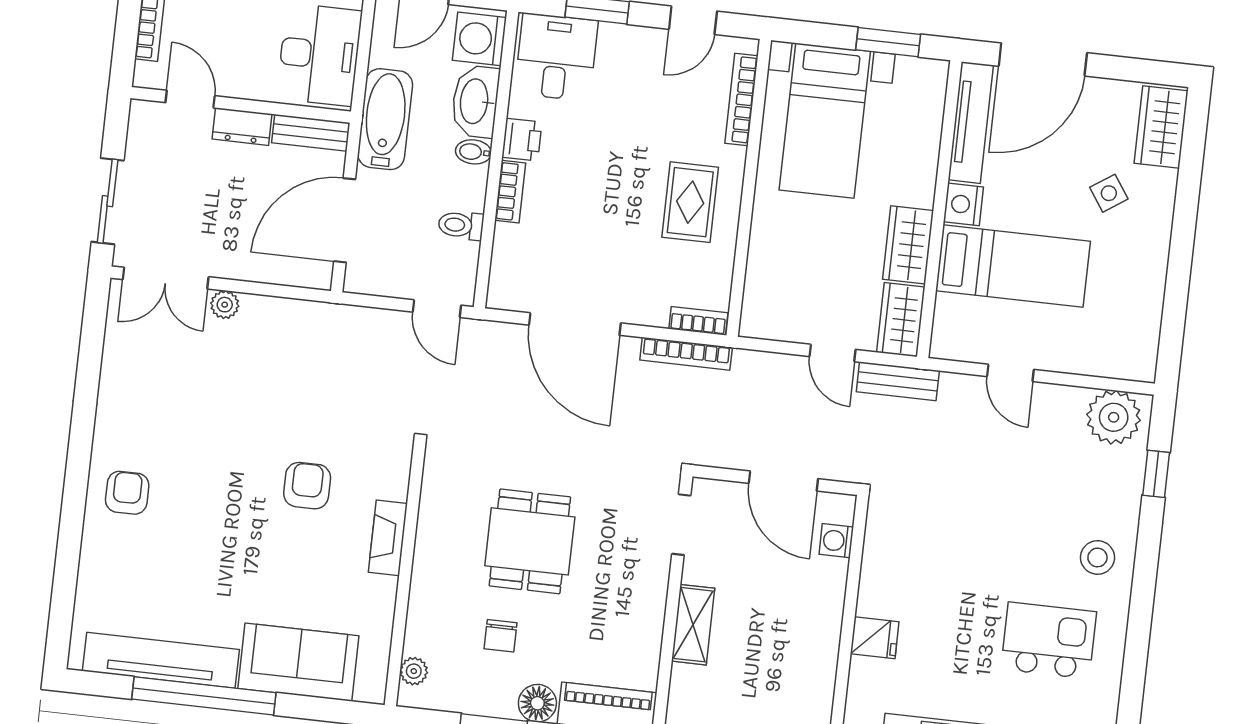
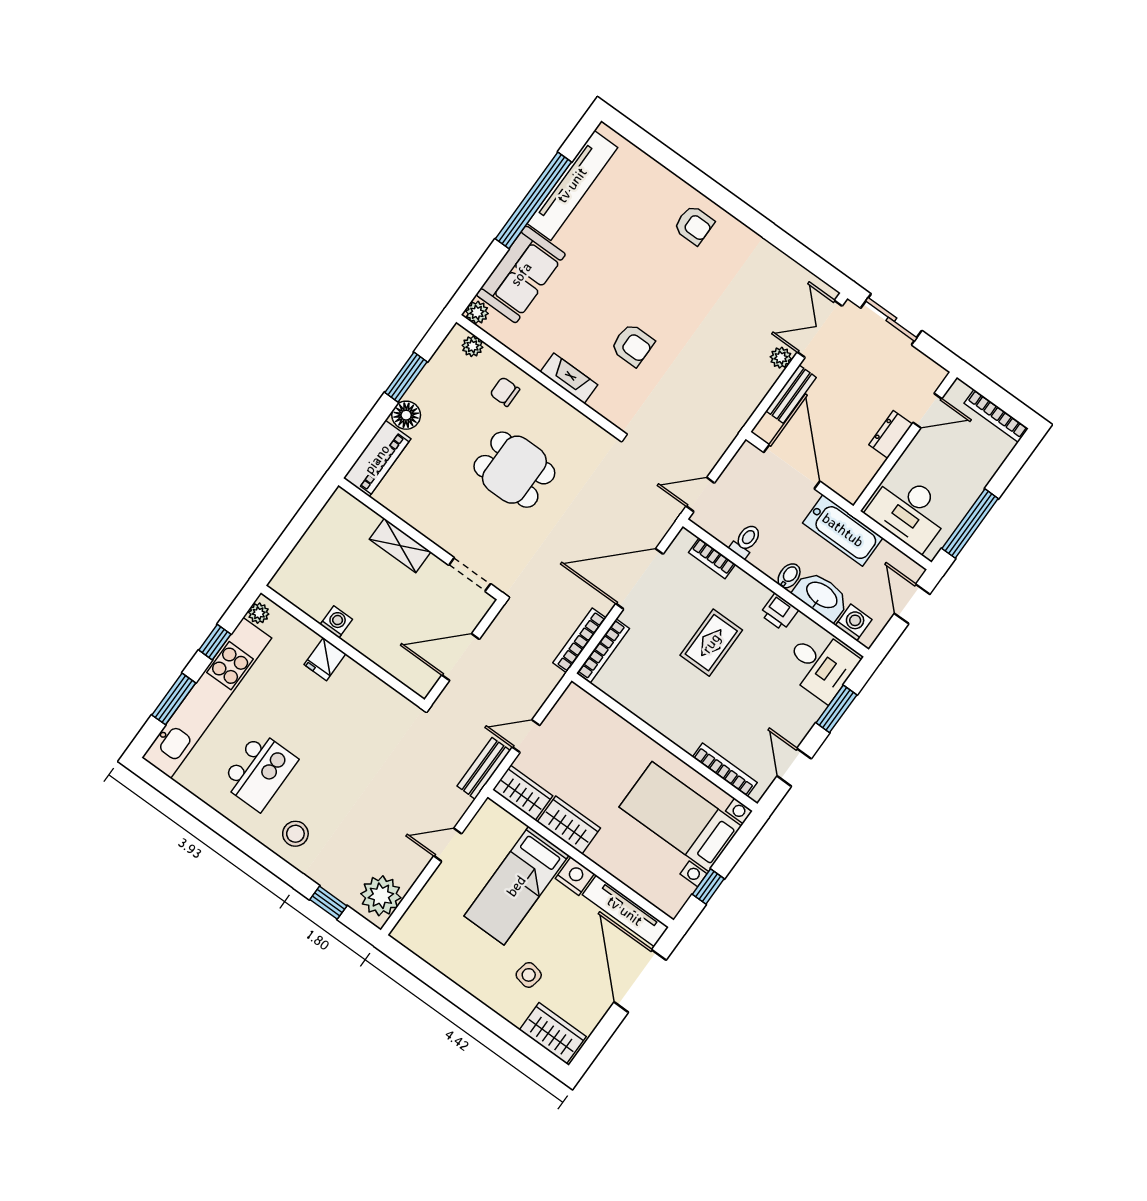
washing machine: (479, 39) -> (854, 623), width x0.73, depth x0.73
window: (888, 42) -> (708, 887), width x0.67
bench: (311, 133) -> (791, 394), moved
bookcase: (510, 192) -> (712, 558), moved
side table: (1109, 193) -> (529, 975), turned 45
rug: (690, 202) -> (711, 643), moved, turned 90
bookcase: (698, 321) -> (603, 651), width x1.56
washing machine: (836, 541) -> (336, 622), moved
chair: (501, 636) -> (505, 392), moved
plant: (371, 688) -> (477, 312), added

